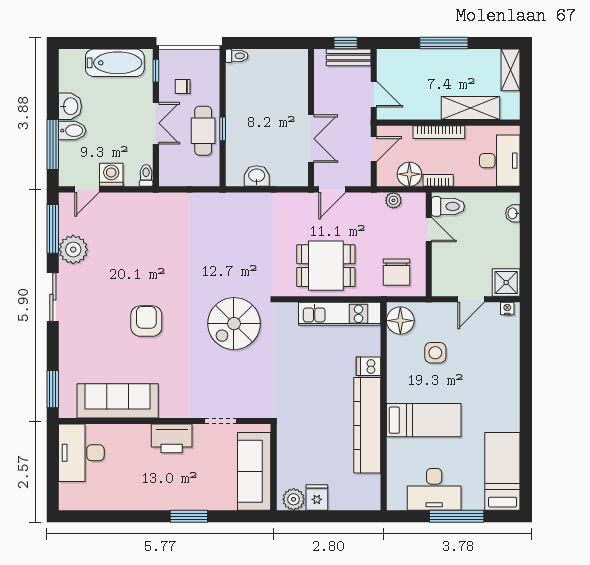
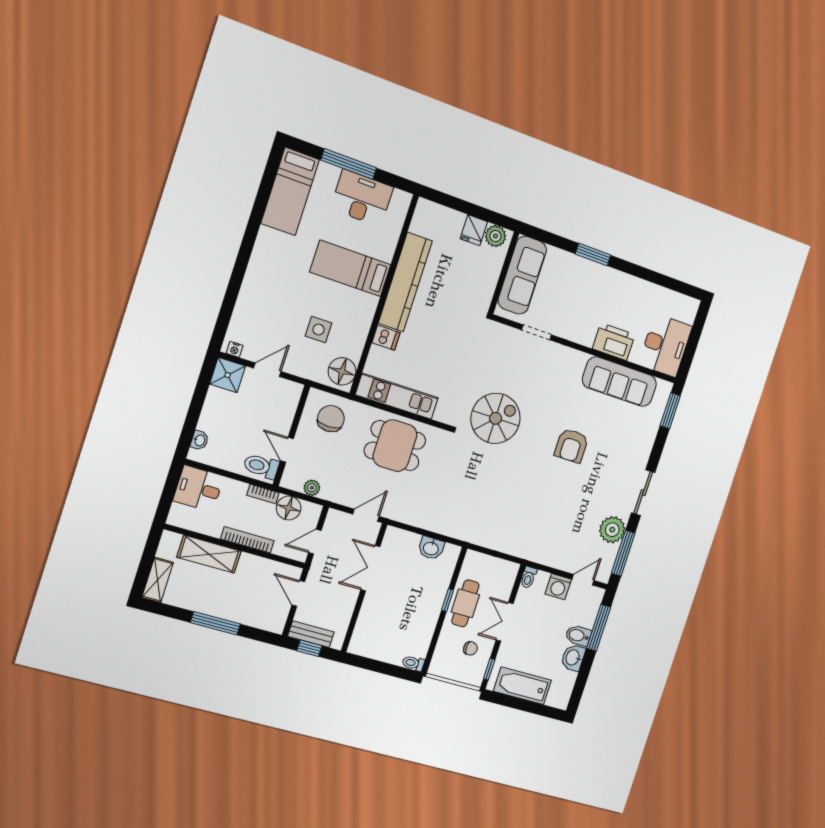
desk: (500, 161) -> (198, 489), width x0.73
printer: (172, 438) -> (614, 342), moved

